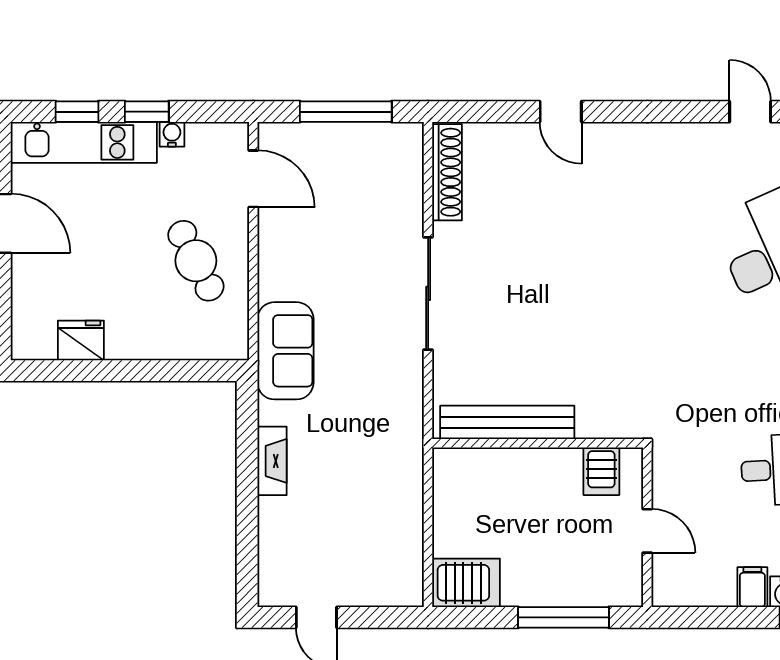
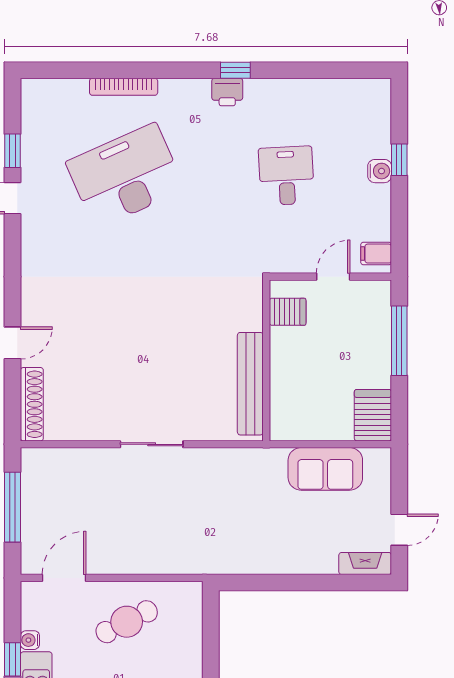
shoe rack: (447, 172) -> (32, 404), moved, turned 90
sliding door: (428, 293) -> (152, 444), width x0.73
sofa: (285, 351) -> (325, 469), moved, turned 180
fireplace: (272, 461) -> (365, 564), moved
filing cabinet: (752, 587) -> (376, 254), moved

